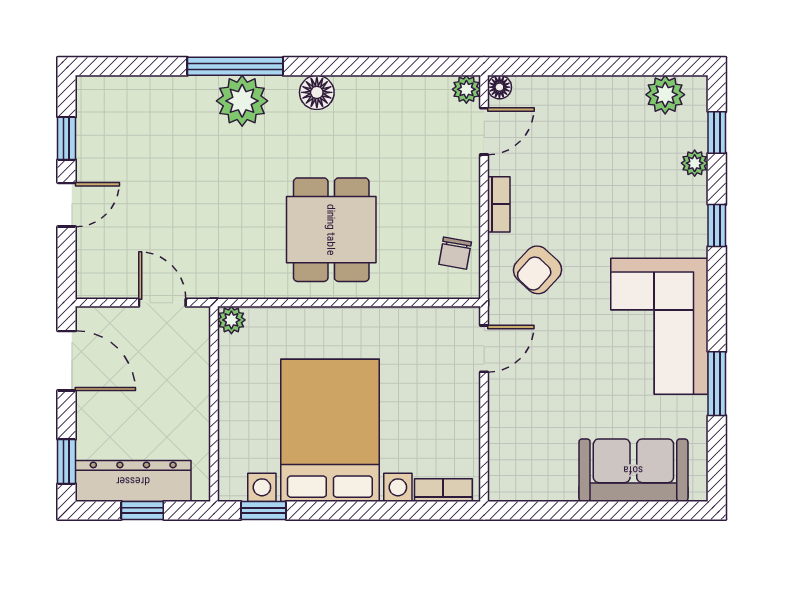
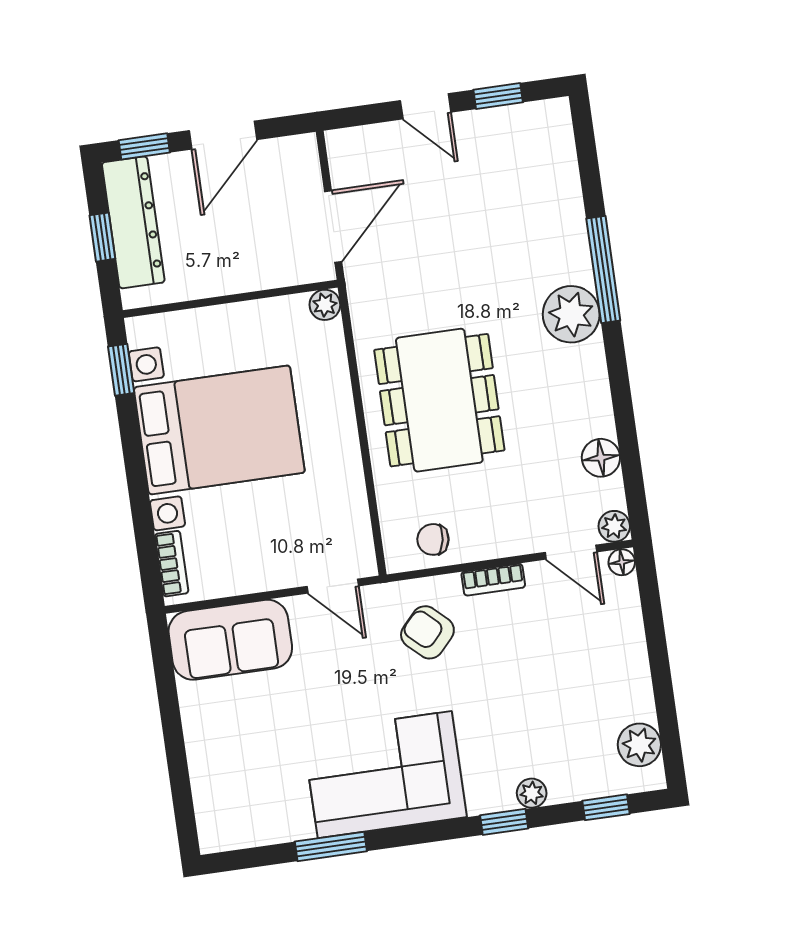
floor lamp: (317, 92) -> (601, 458), moved
plant: (242, 101) -> (571, 314), moved
plant: (695, 163) -> (532, 793), moved
dining table: (331, 230) -> (439, 400), width x1.38
door: (162, 303) -> (333, 227), width x1.38
door: (67, 361) -> (223, 135), moved
sofa: (633, 470) -> (230, 640), moved, turned 90

